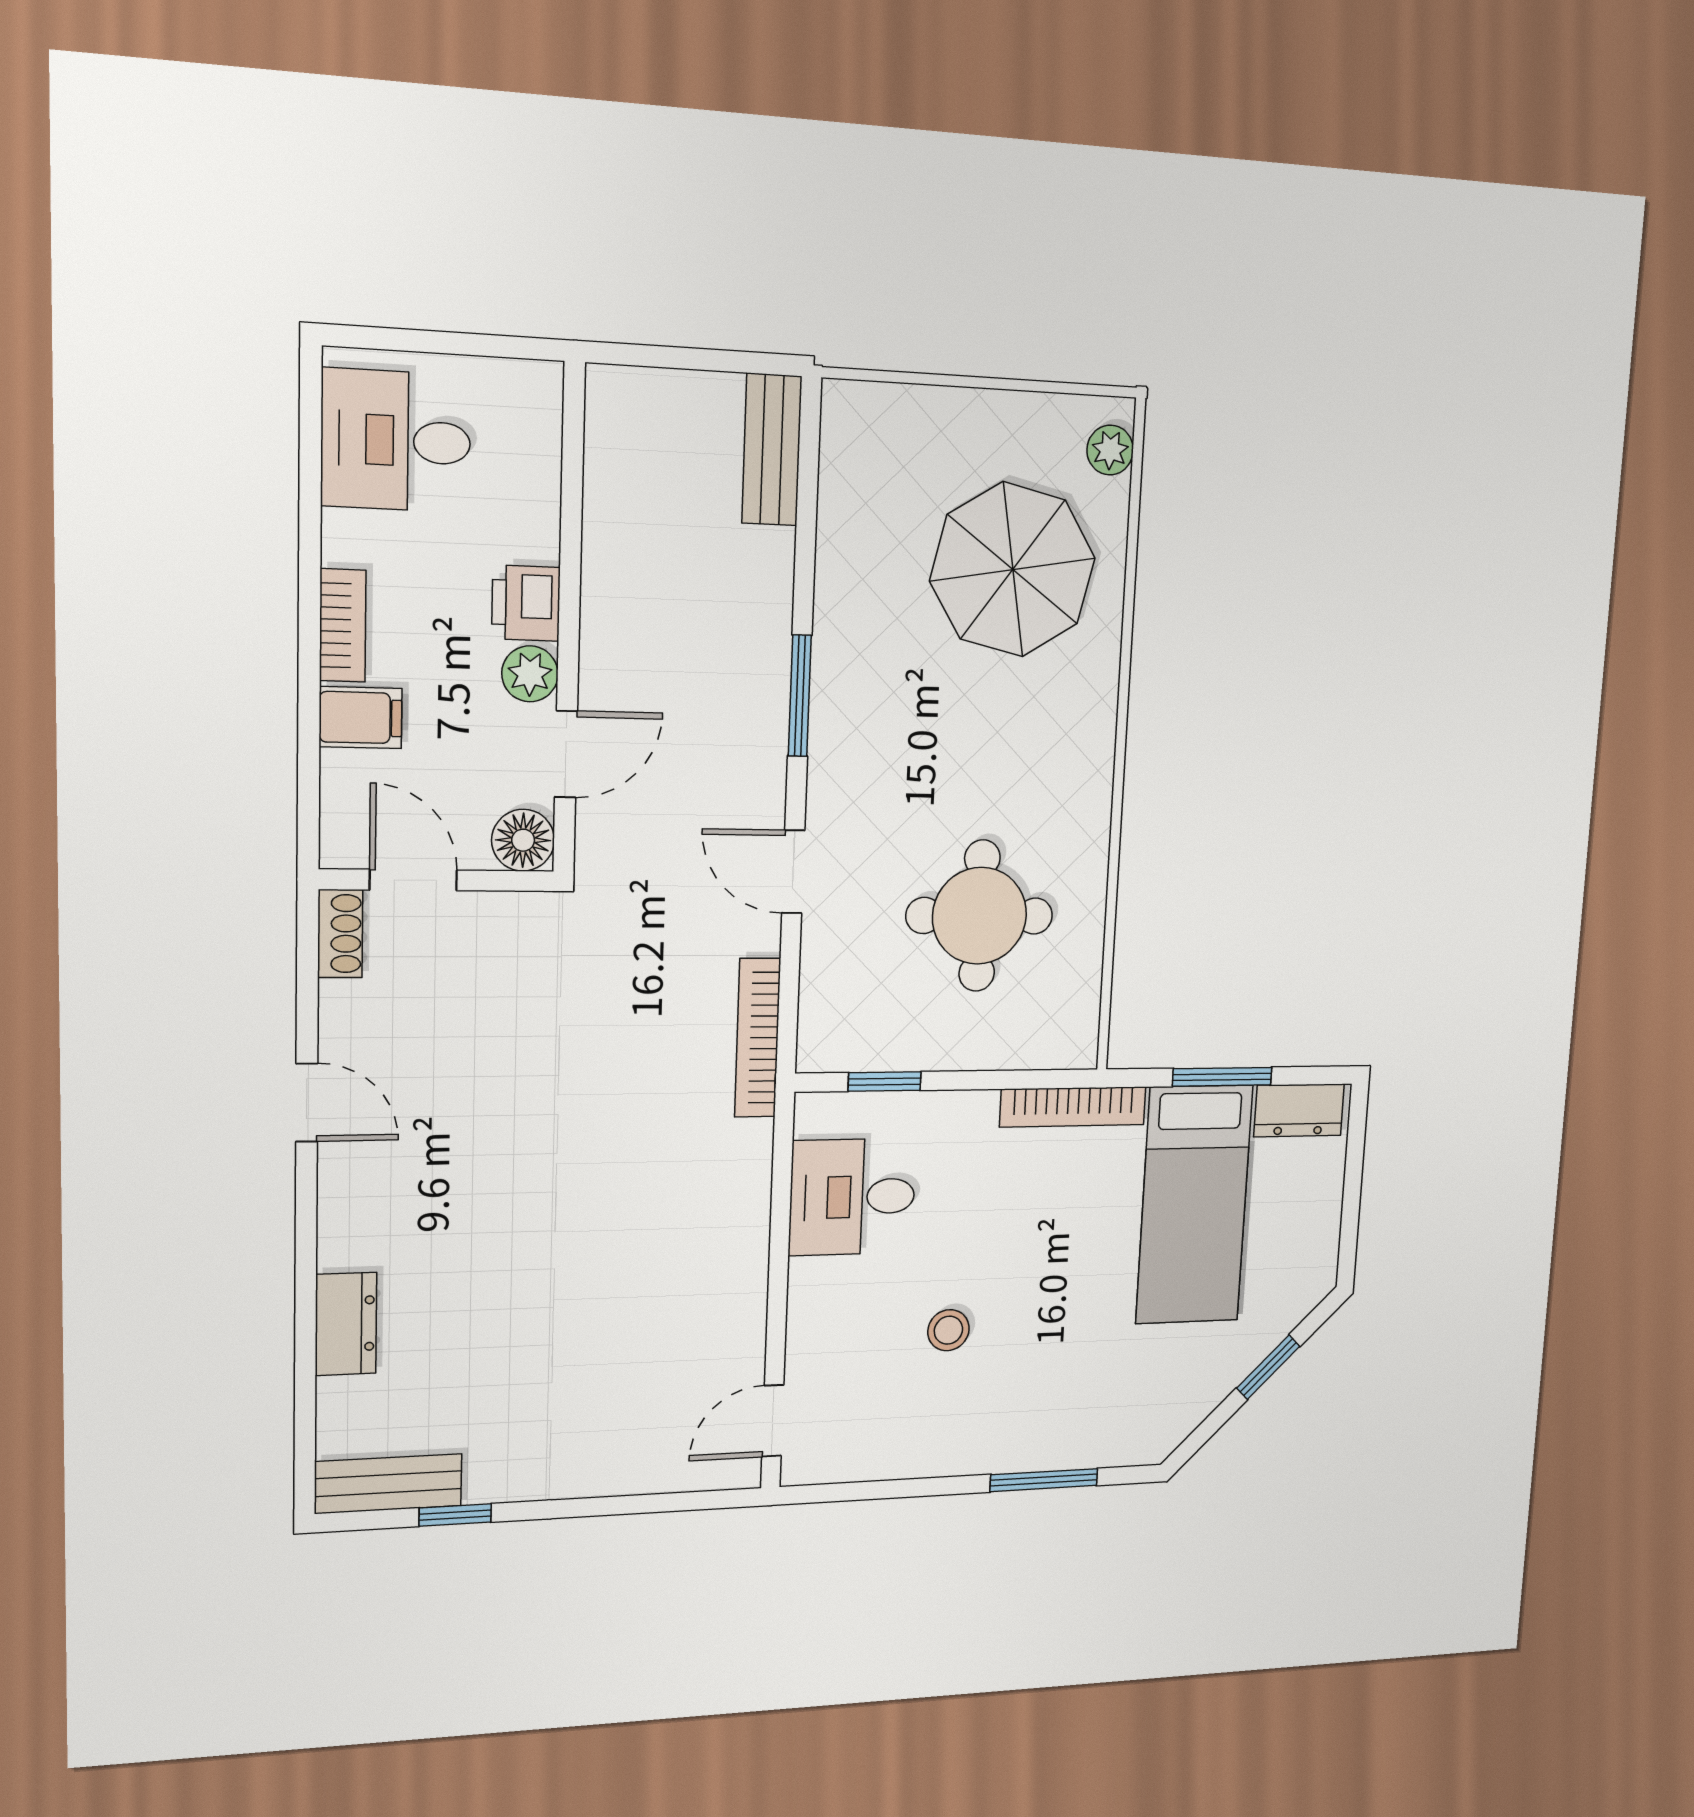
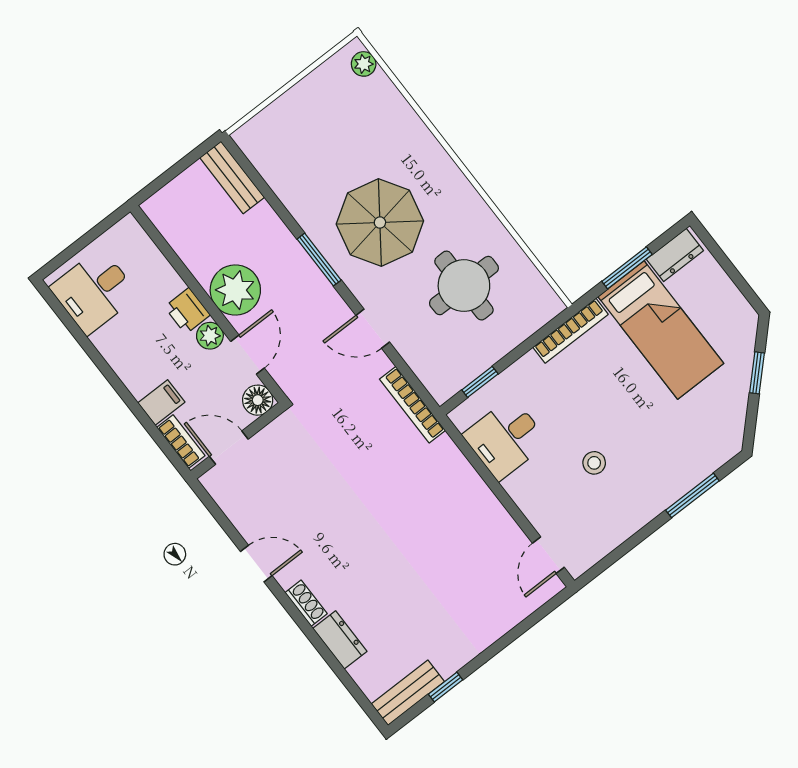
parasol: (1013, 570) -> (380, 223), moved
bookcase: (343, 625) -> (181, 441), moved
plant: (631, 634) -> (235, 290), added
shoe rack: (340, 934) -> (306, 603), moved

